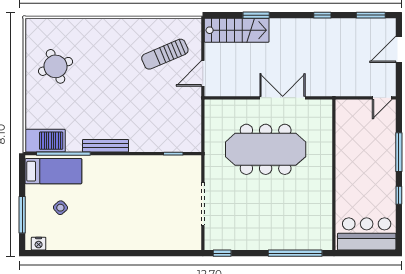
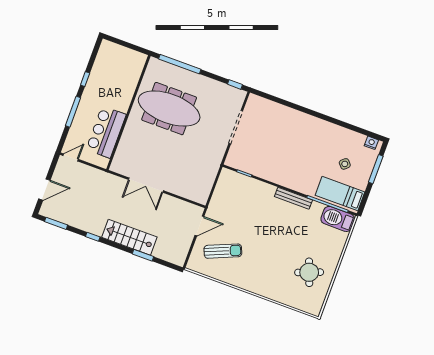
stairs: (237, 30) -> (129, 237), moved
meeting table: (266, 149) -> (169, 109), moved
bar counter: (367, 234) -> (106, 132), moved, turned 90

